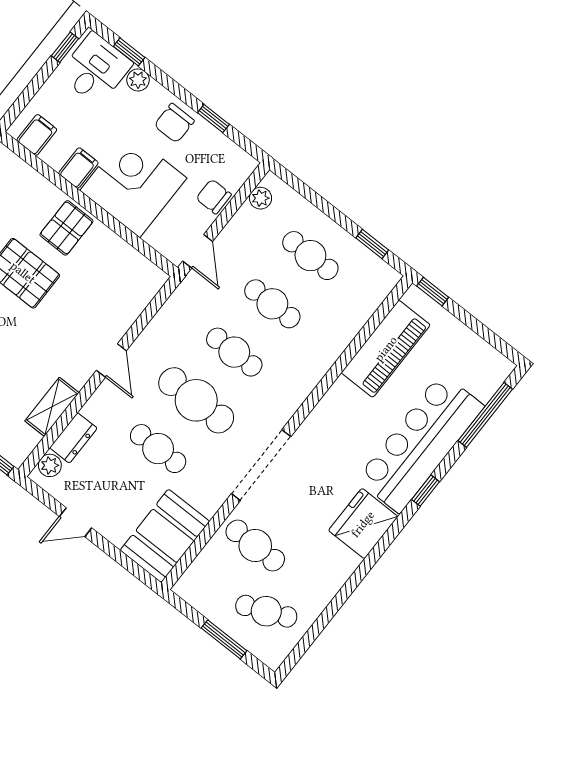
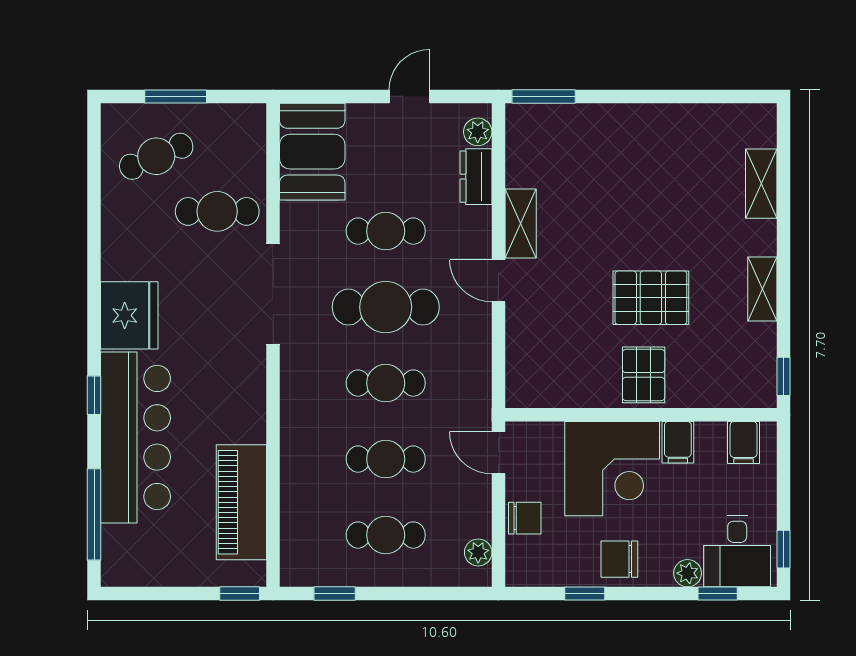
chair: (174, 123) -> (619, 559), turned -90
shelving: (52, 407) -> (521, 224), moved

